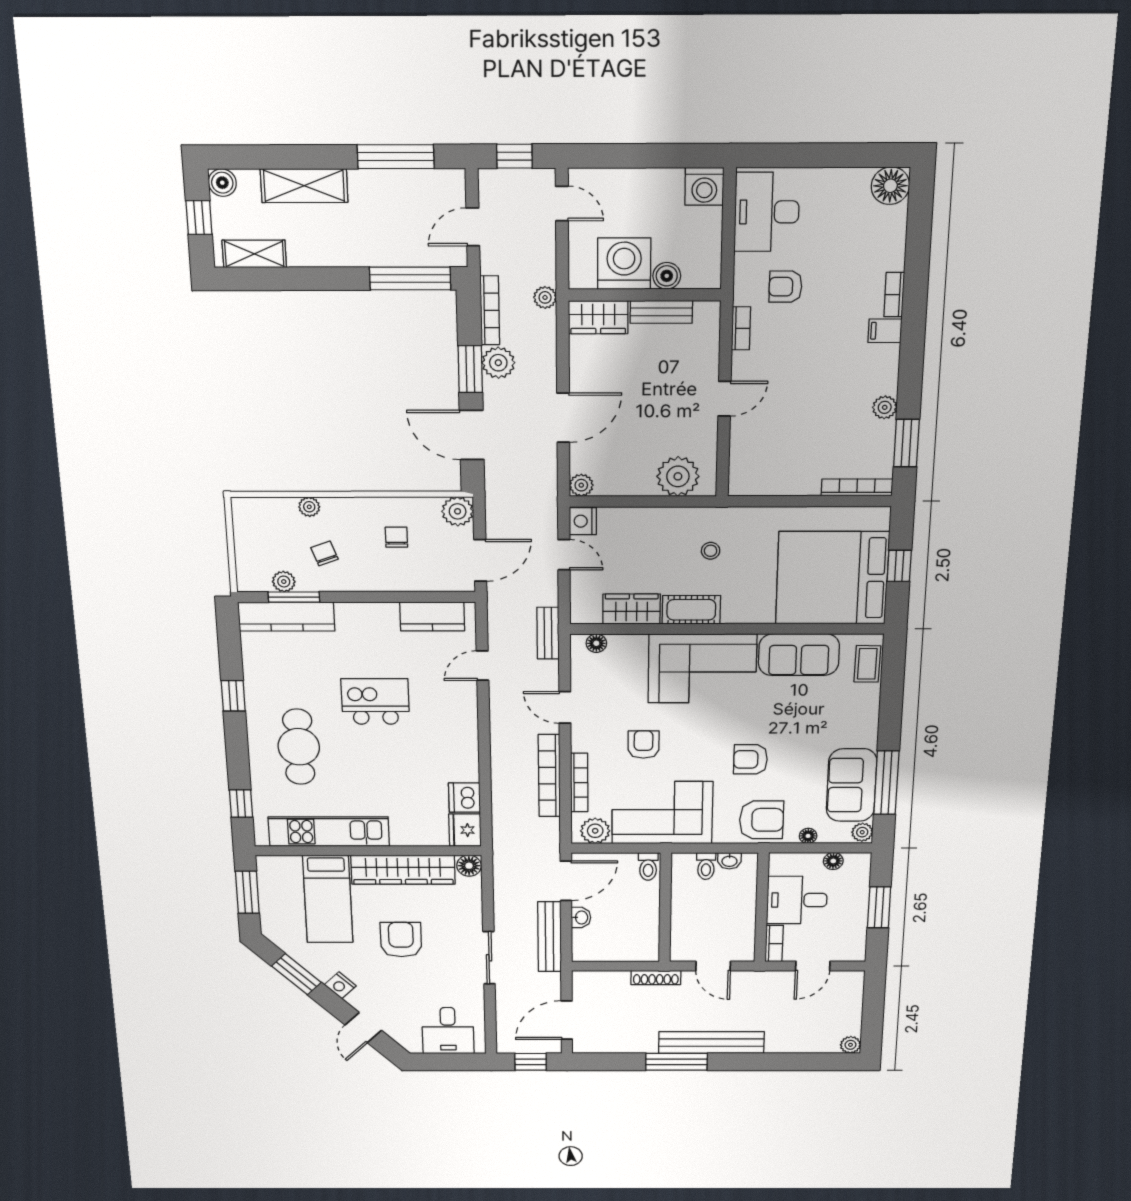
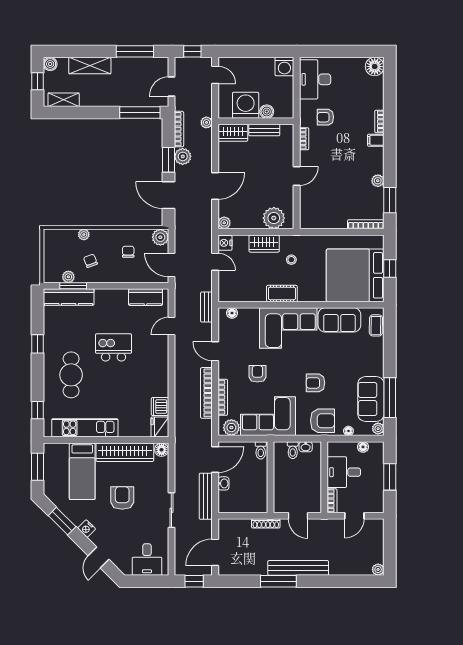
door: (480, 560) -> (171, 265), swing flipped
wardrobe: (632, 609) -> (264, 244), moved, turned 180

